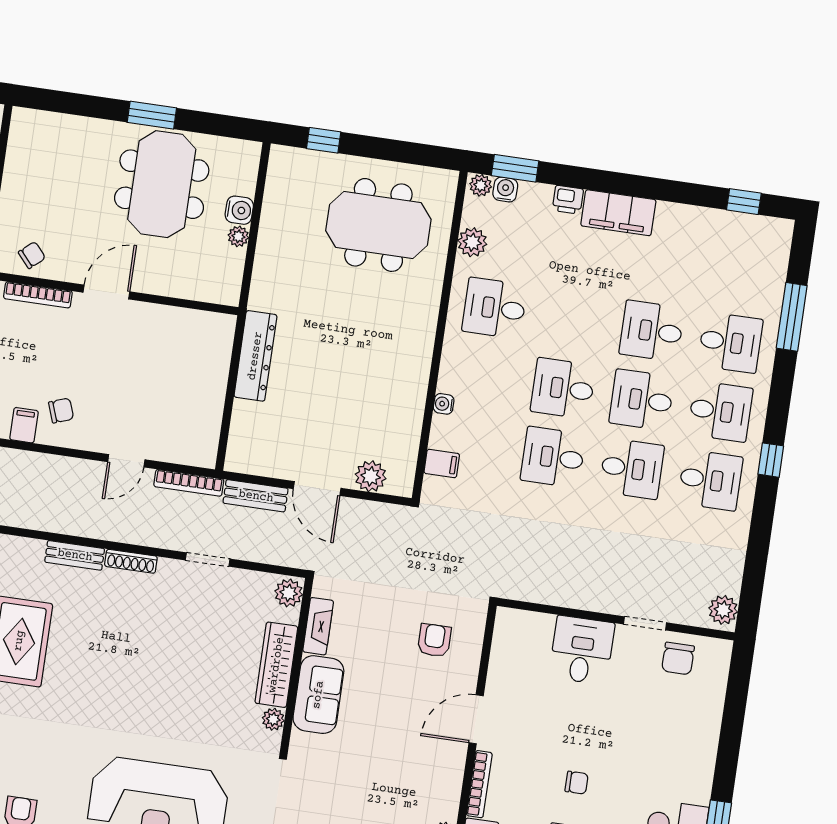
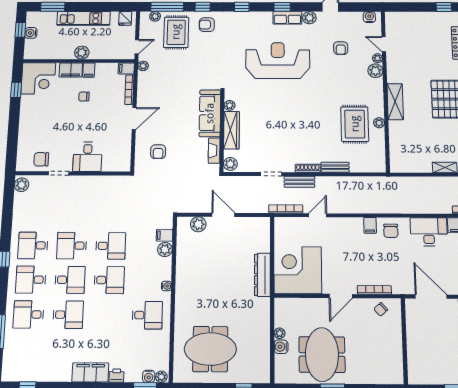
plant: (472, 242) -> (165, 249), moved
corner desk: (184, 355) -> (298, 270), added
water cooler: (444, 404) -> (166, 286), moved
chair: (61, 411) -> (353, 235), removed
bench: (256, 496) -> (299, 182), moved
chair: (678, 658) -> (41, 159), turned -90
sofa: (318, 695) -> (210, 113), width x1.36

